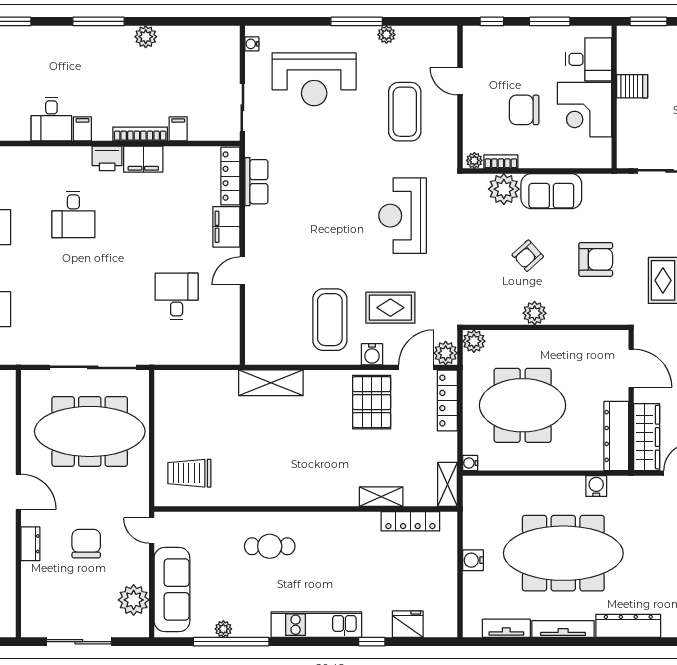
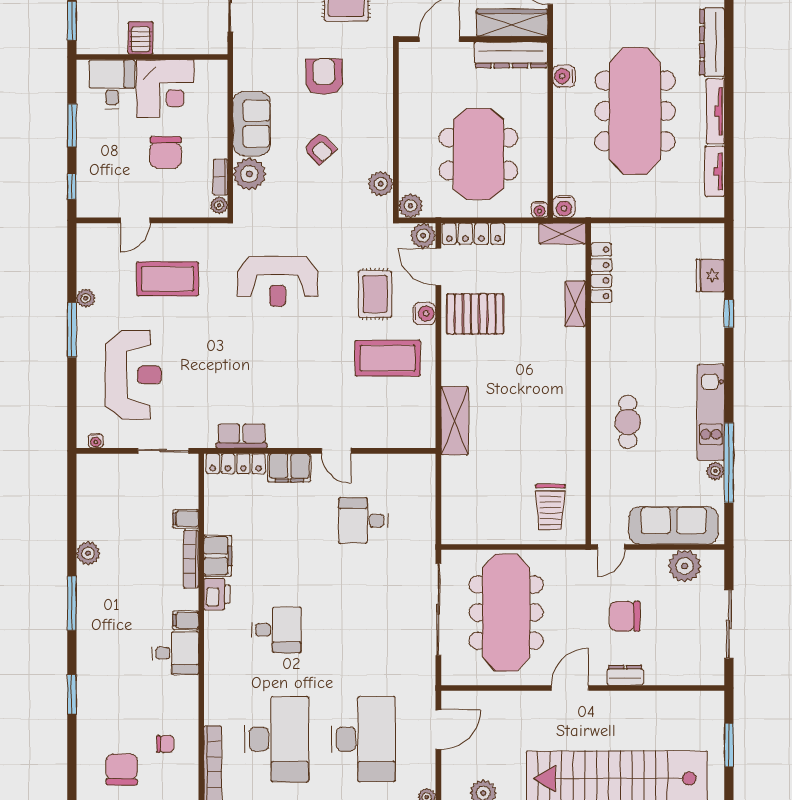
plant: (535, 313) -> (381, 184), moved
water cooler: (473, 560) -> (564, 207), moved
kitchen unit: (316, 625) -> (711, 412), moved

